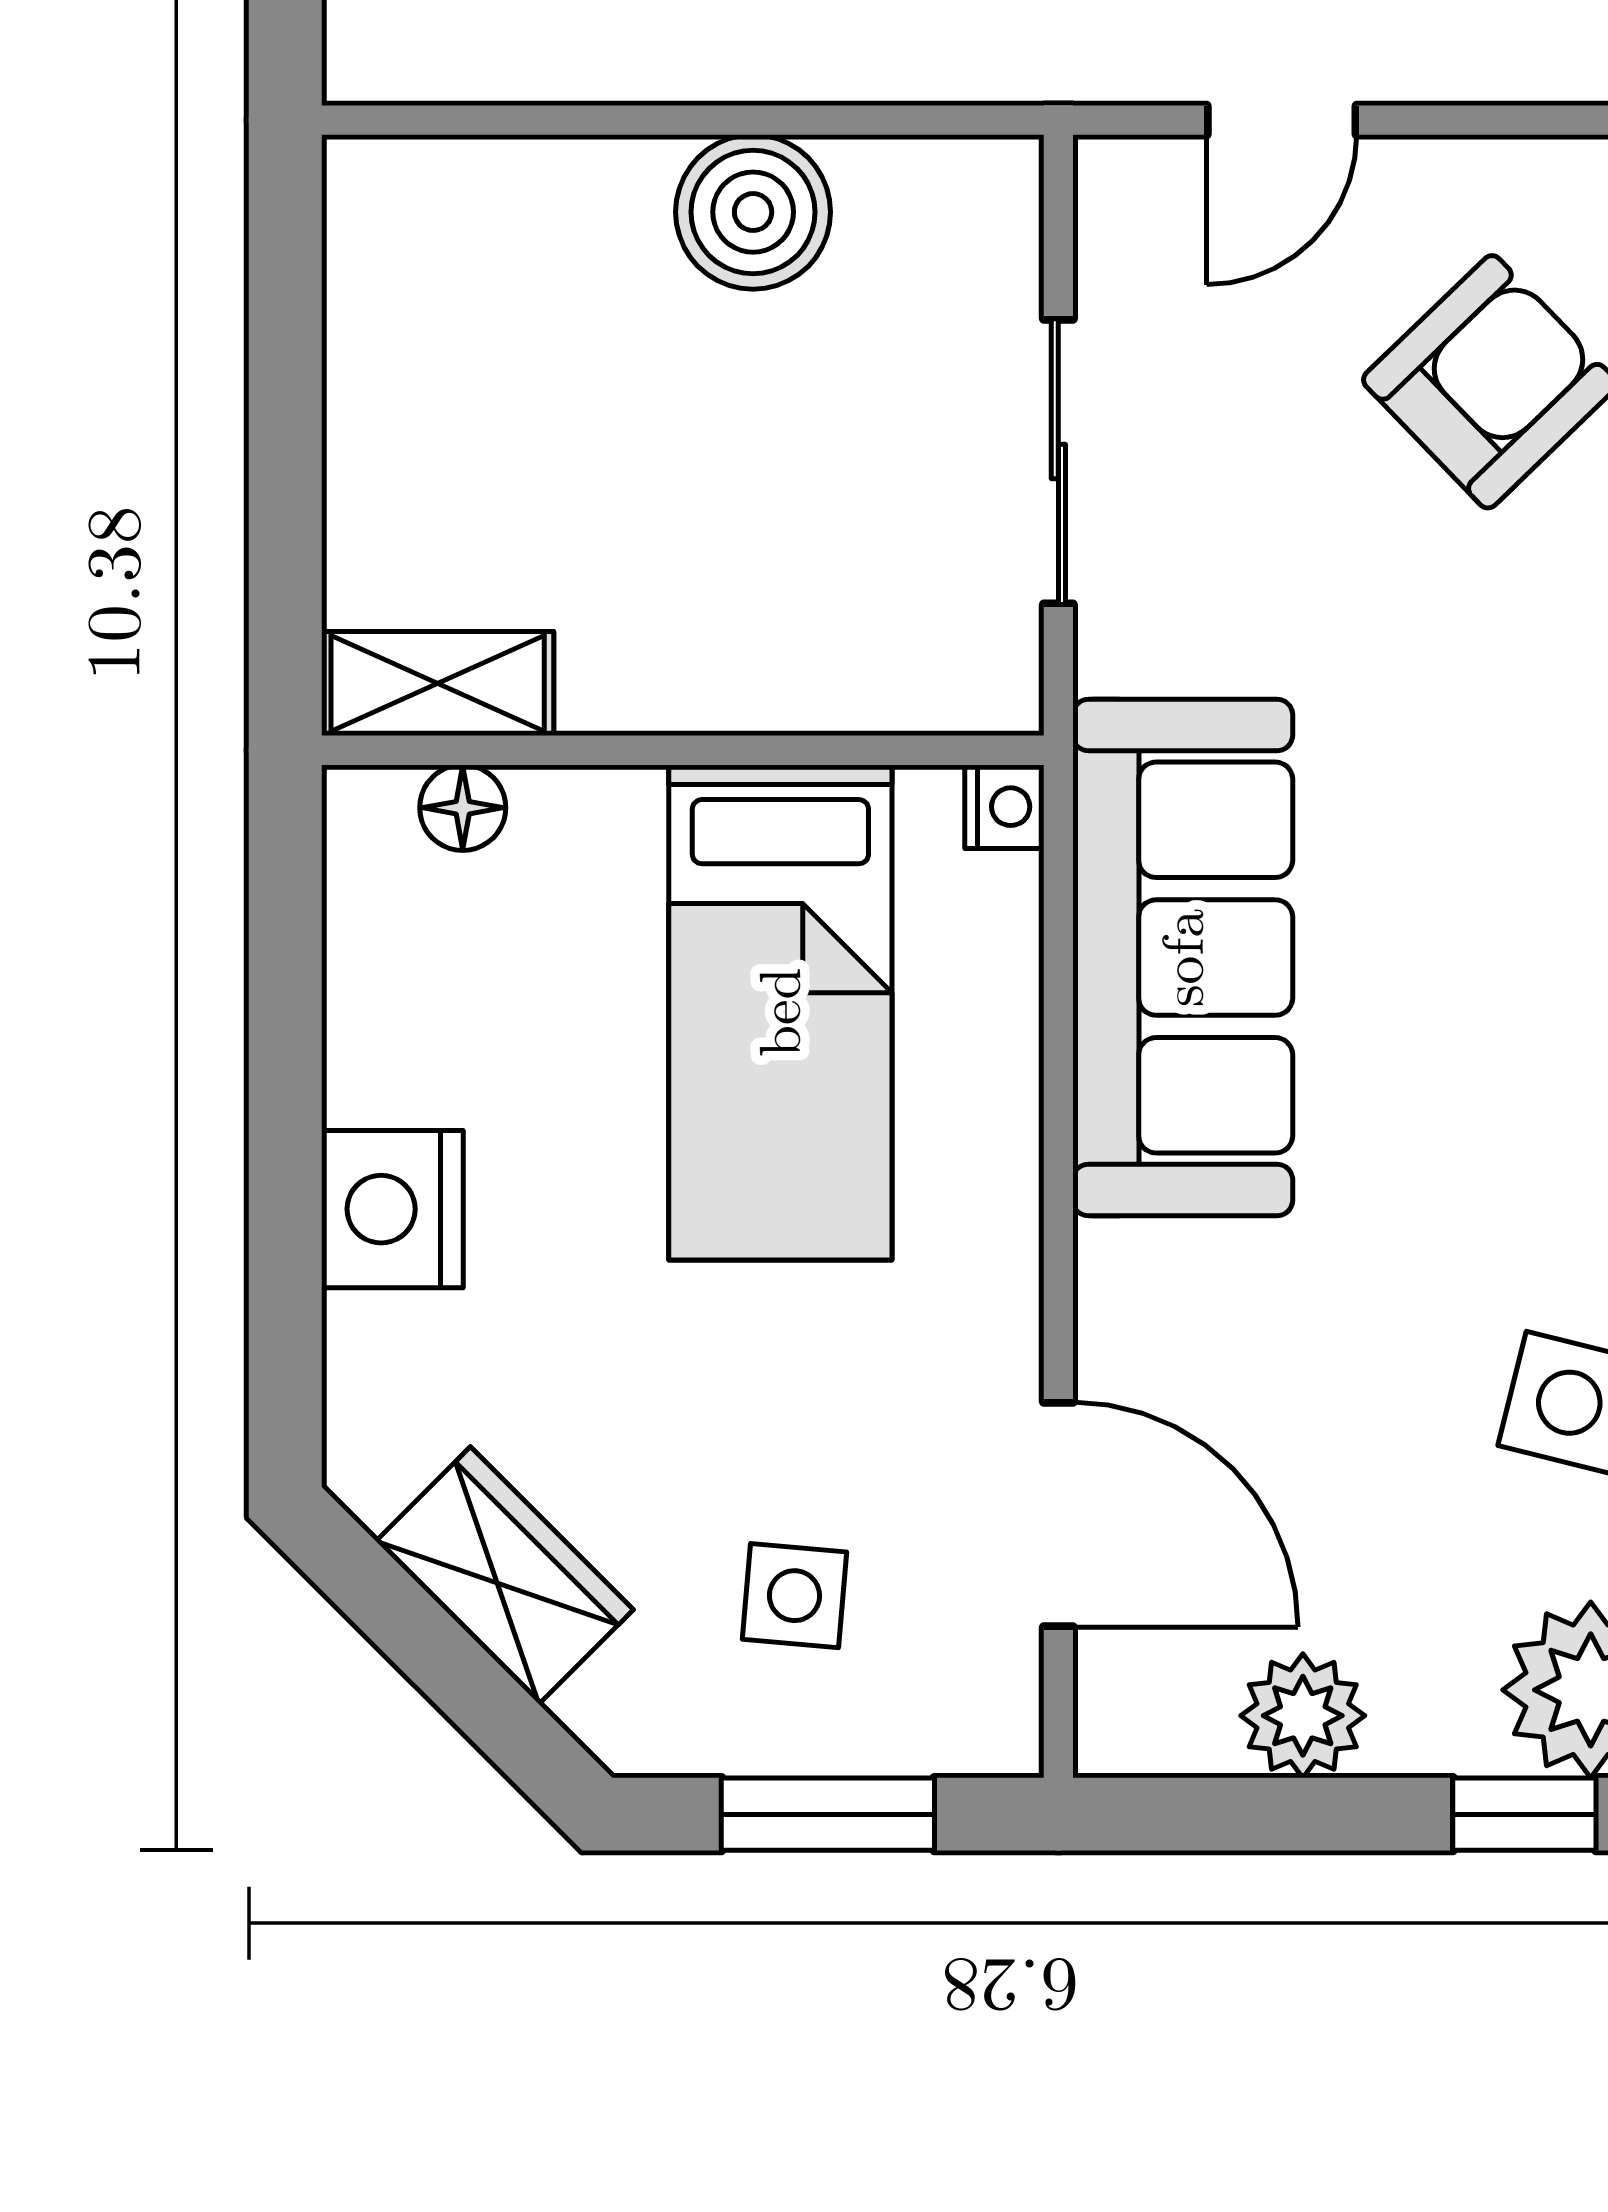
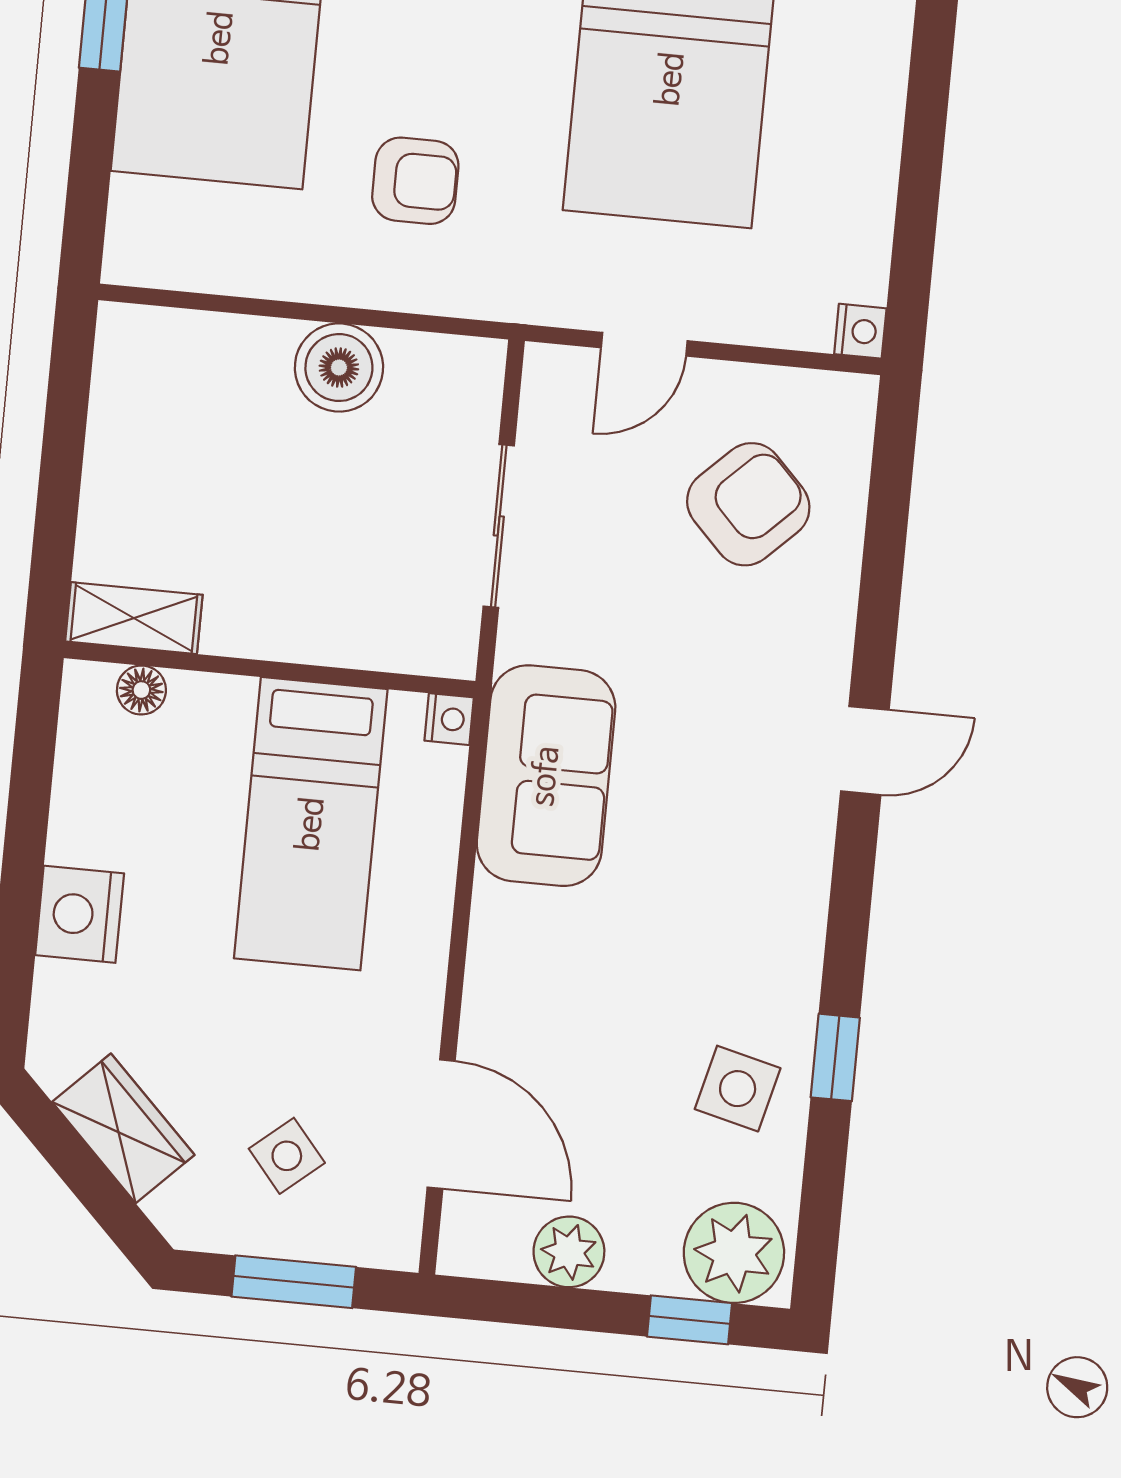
sofa: (1183, 958) -> (546, 776), width x0.73
side table: (795, 1596) -> (287, 1156), turned 45

